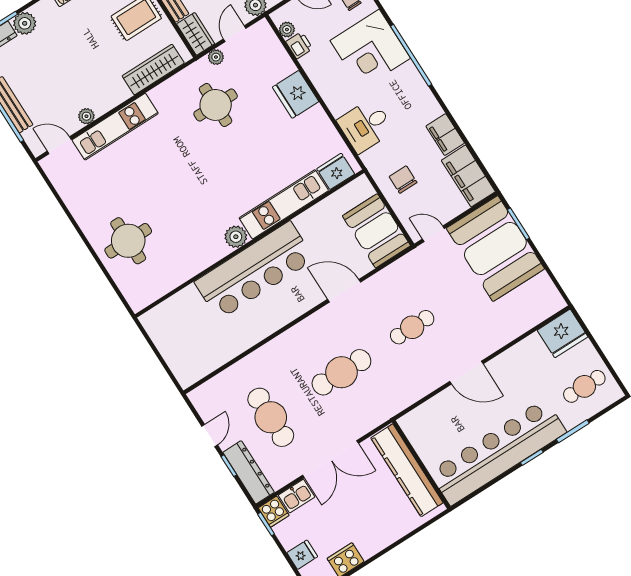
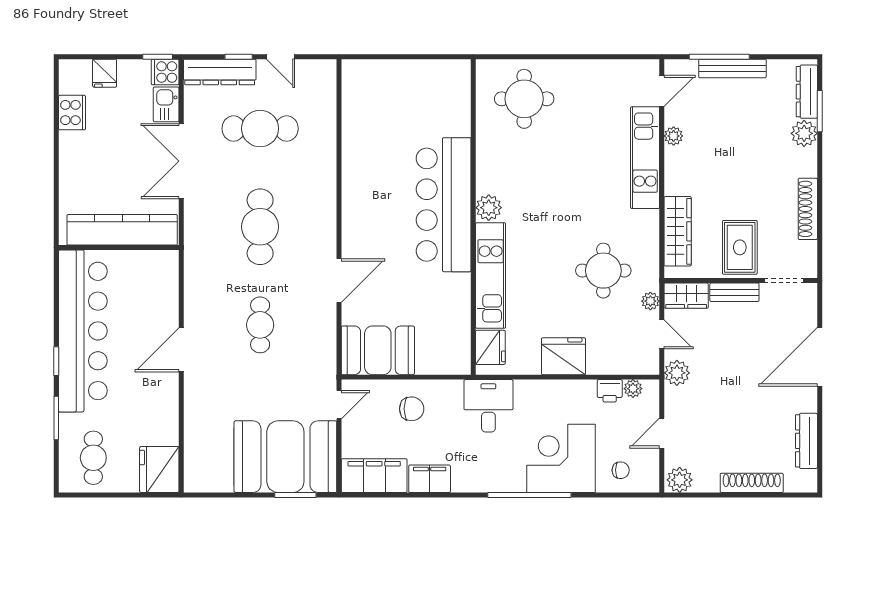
fridge: (336, 171) -> (490, 347), moved
kitchen unit: (284, 204) -> (491, 275), moved
plant: (236, 237) -> (489, 208), moved
wall: (250, 244) -> (473, 217), moved
bar counter: (254, 271) -> (444, 205), moved

